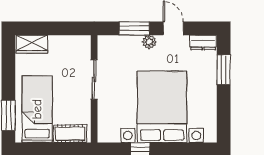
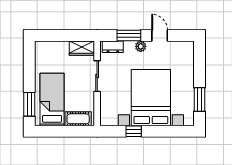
dresser: (203, 42) -> (113, 47), moved
wardrobe: (32, 44) -> (82, 48), moved
window: (224, 70) -> (199, 99), moved

